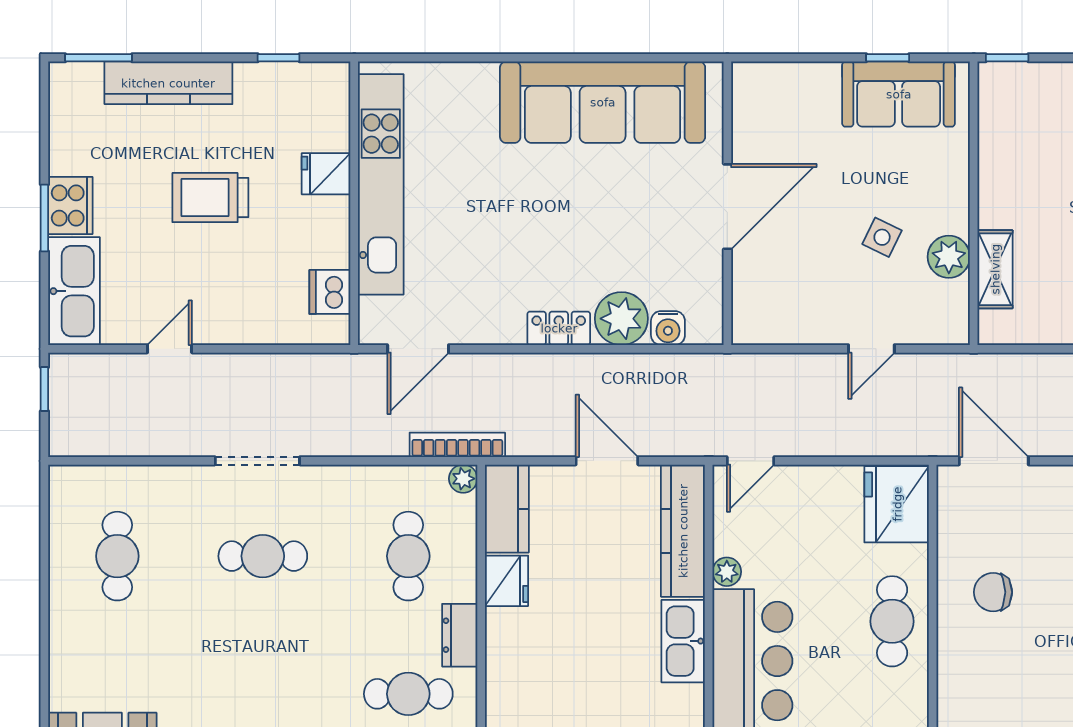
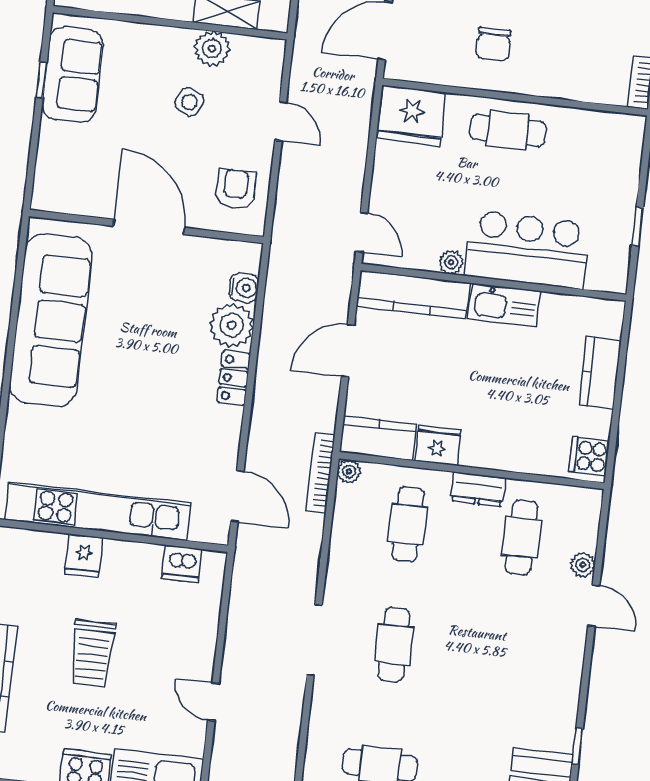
armchair: (784, 304) -> (236, 189), added
cafe table: (408, 556) -> (408, 524), turned 90

